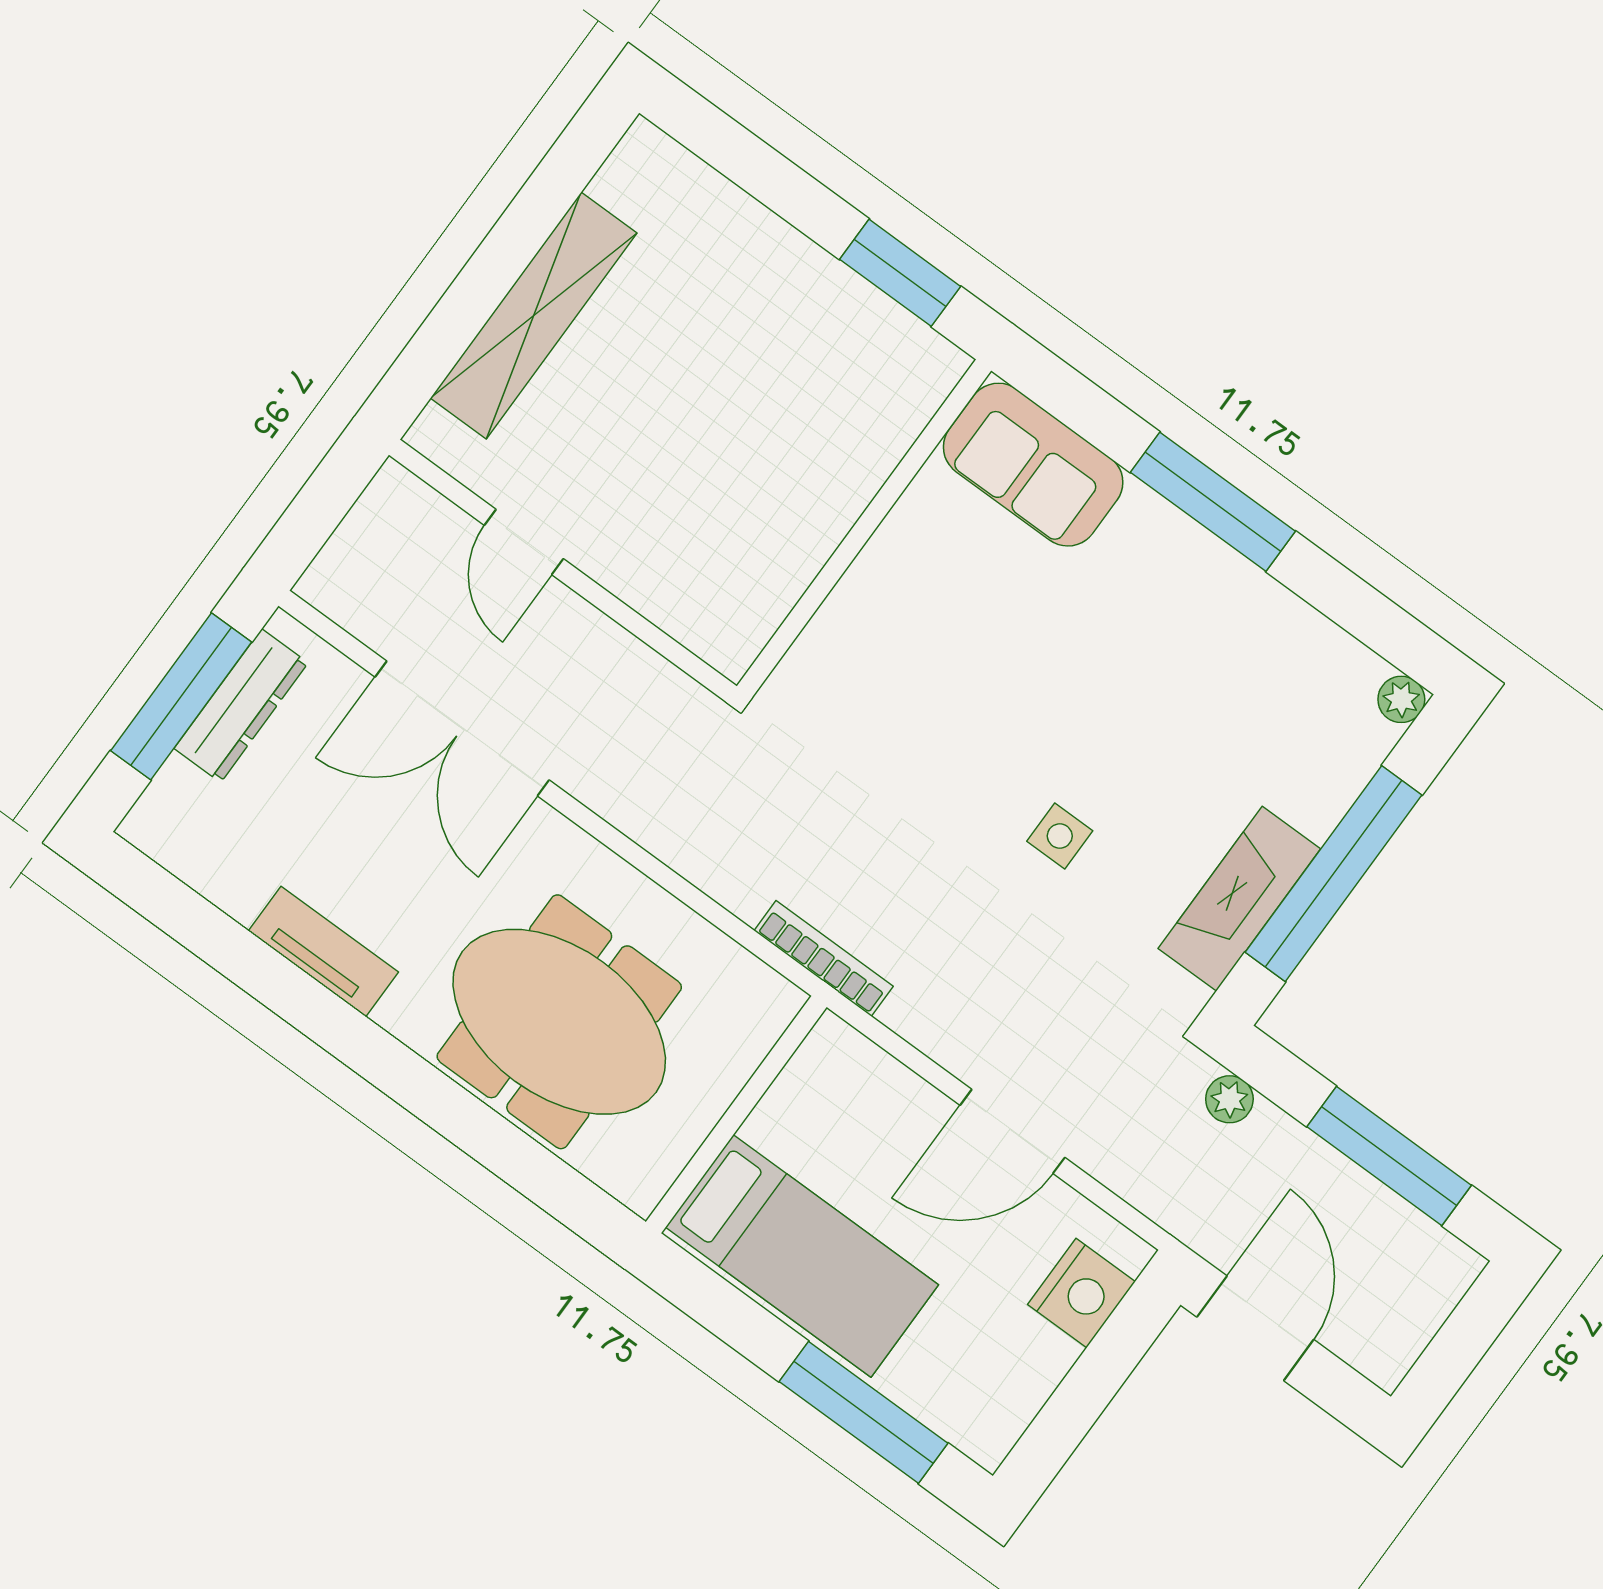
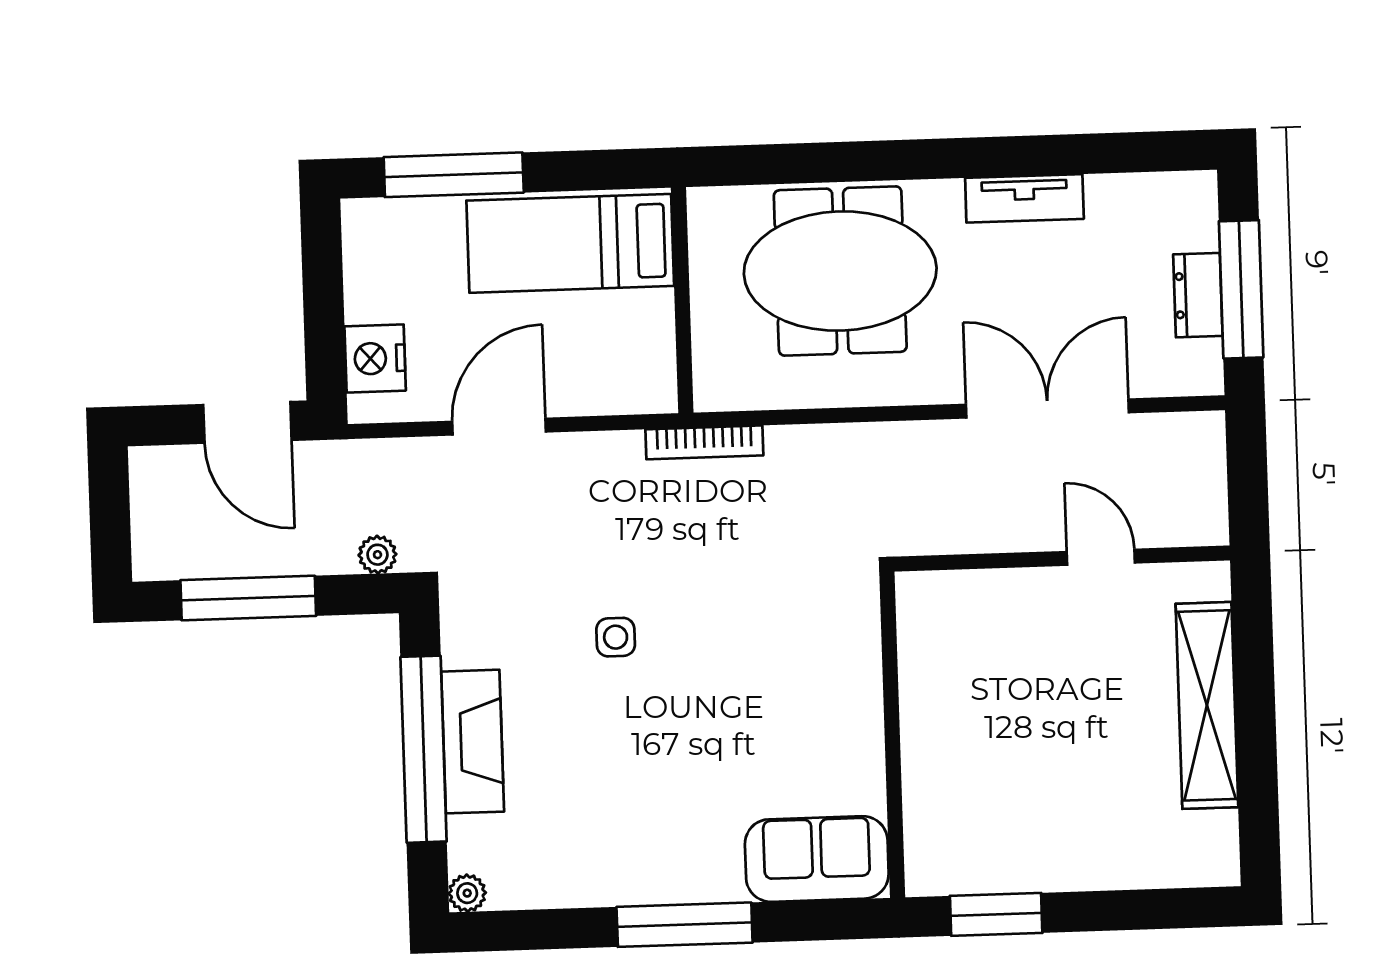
dresser: (241, 706) -> (1198, 295), width x0.70
fireplace: (1239, 899) -> (473, 742), moved

